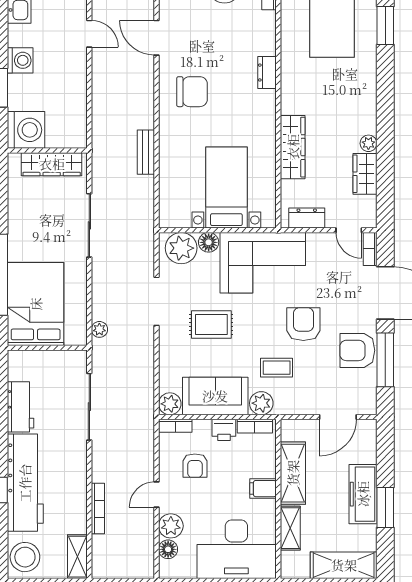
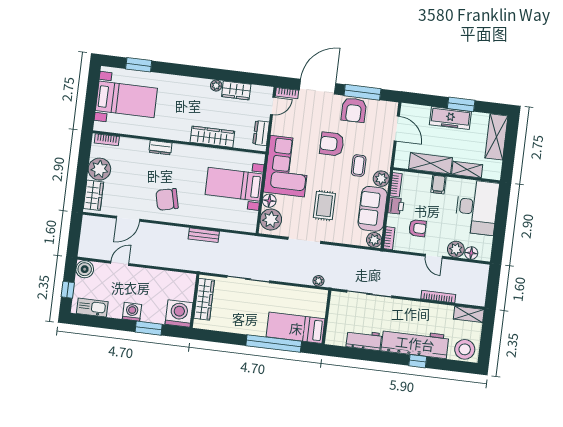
chair: (192, 92) -> (167, 199), turned -103
bed: (36, 304) -> (296, 328), width x0.67

